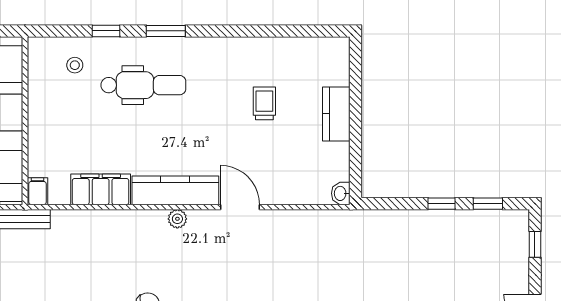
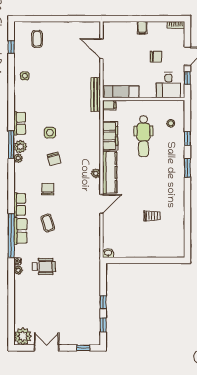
dental chair: (143, 85) -> (143, 136), moved
kitchen counter: (336, 114) -> (147, 251), removed

